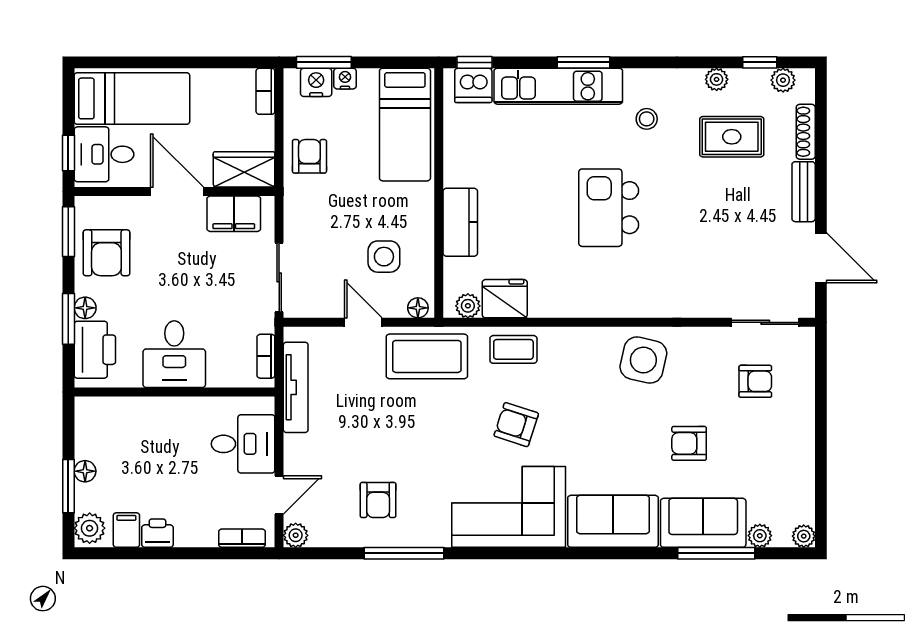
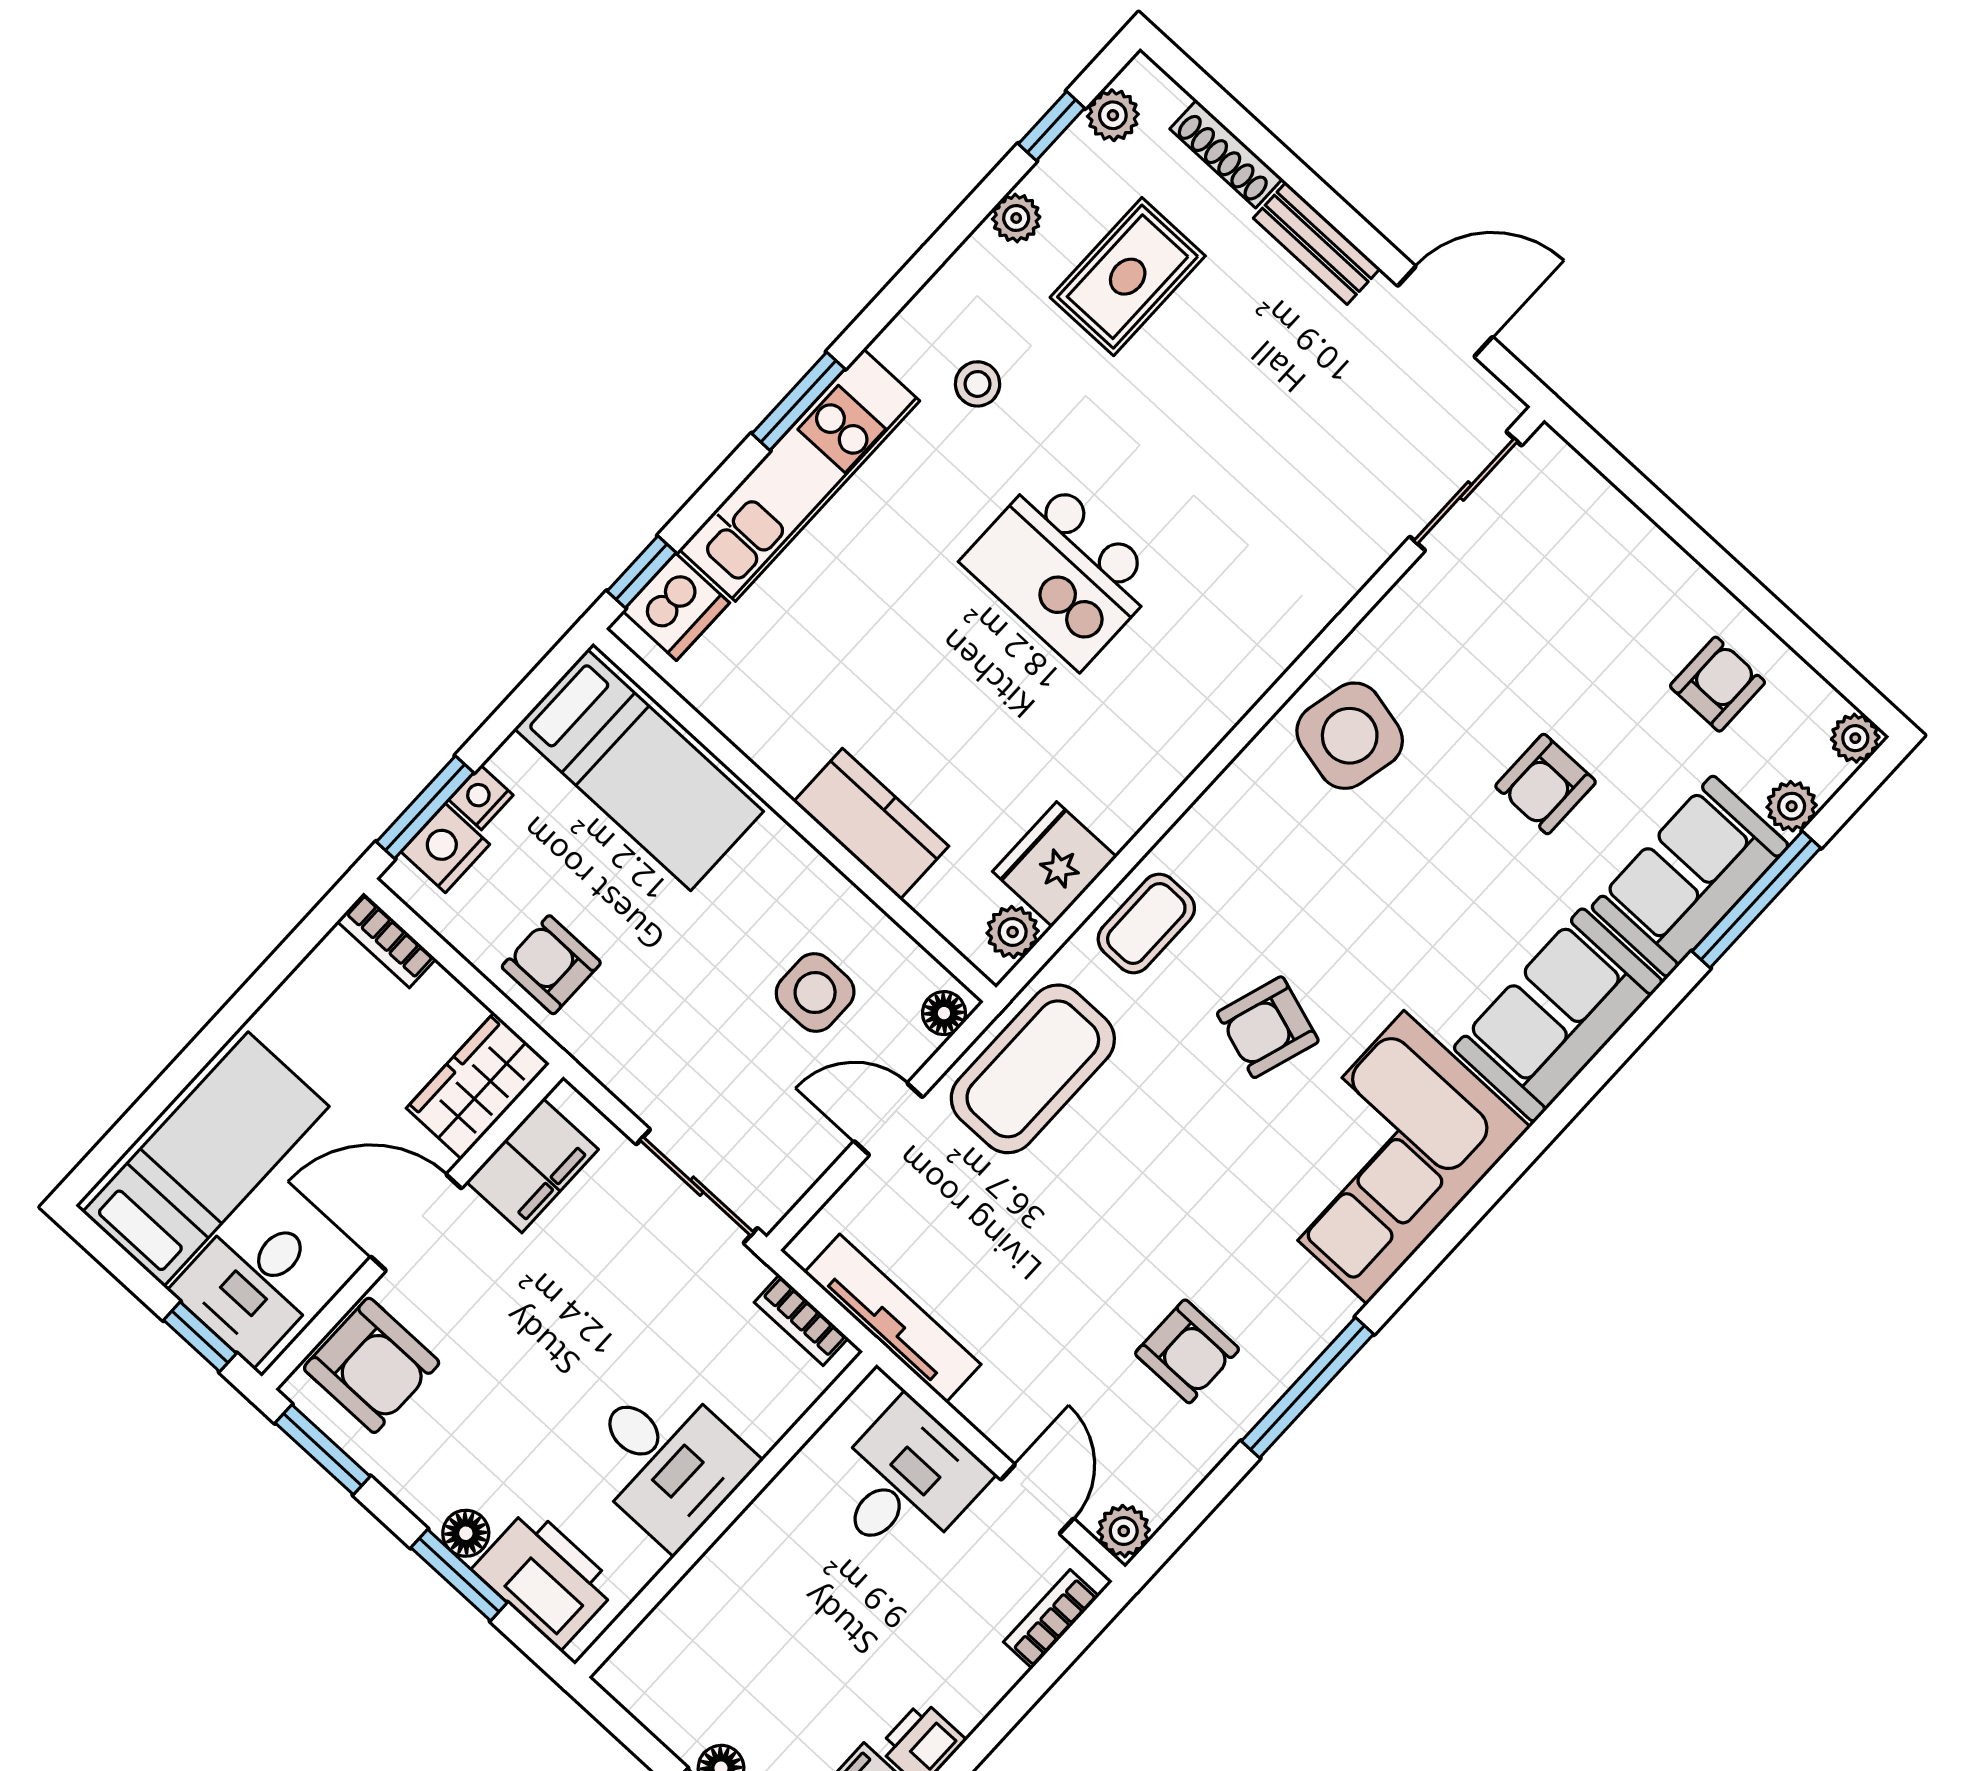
armchair: (106, 253) -> (372, 1365), moved
armchair: (755, 381) -> (1717, 684), moved

